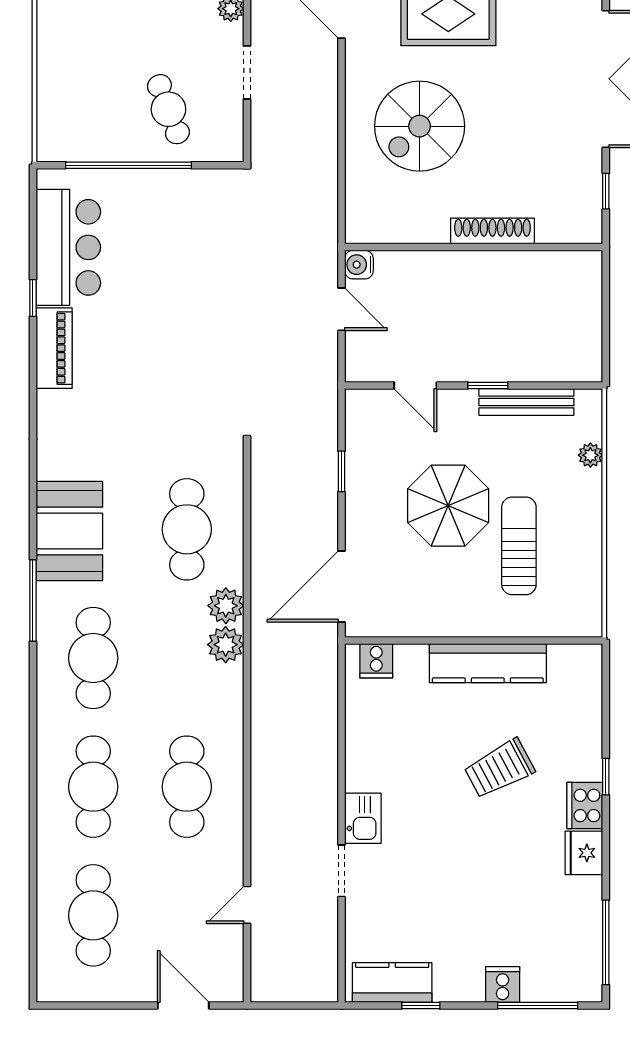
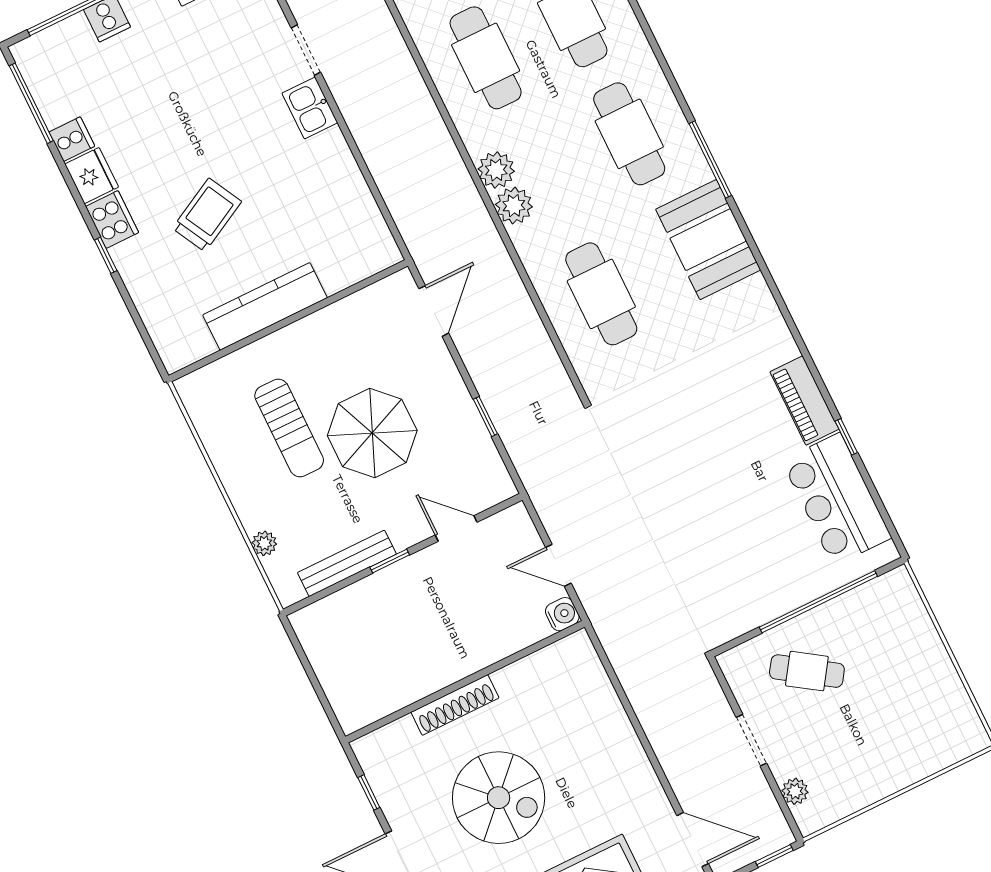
cafe table: (168, 109) -> (807, 671), turned -35
spiral stairs: (420, 126) -> (499, 798), moved, turned 90
door: (341, 587) -> (434, 311), width x0.73
plant: (226, 606) -> (496, 170), moved
cooker: (376, 661) -> (72, 139), moved, turned 90

